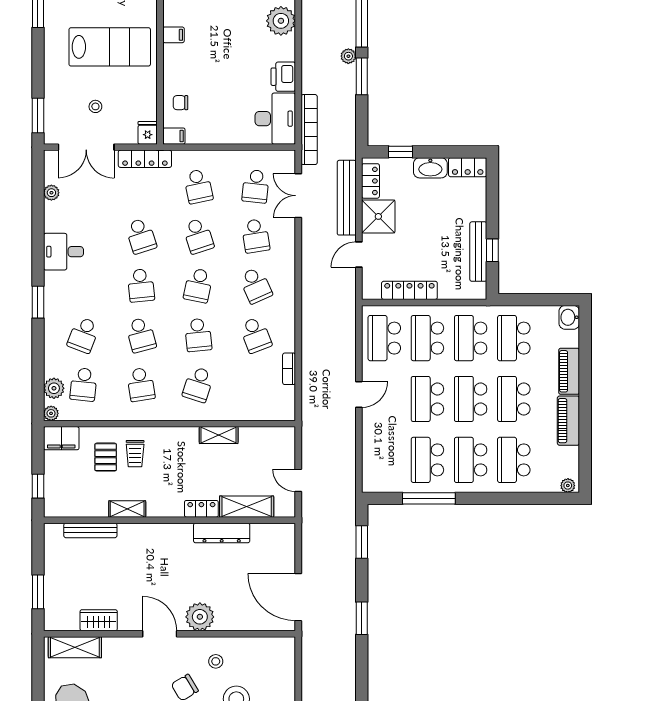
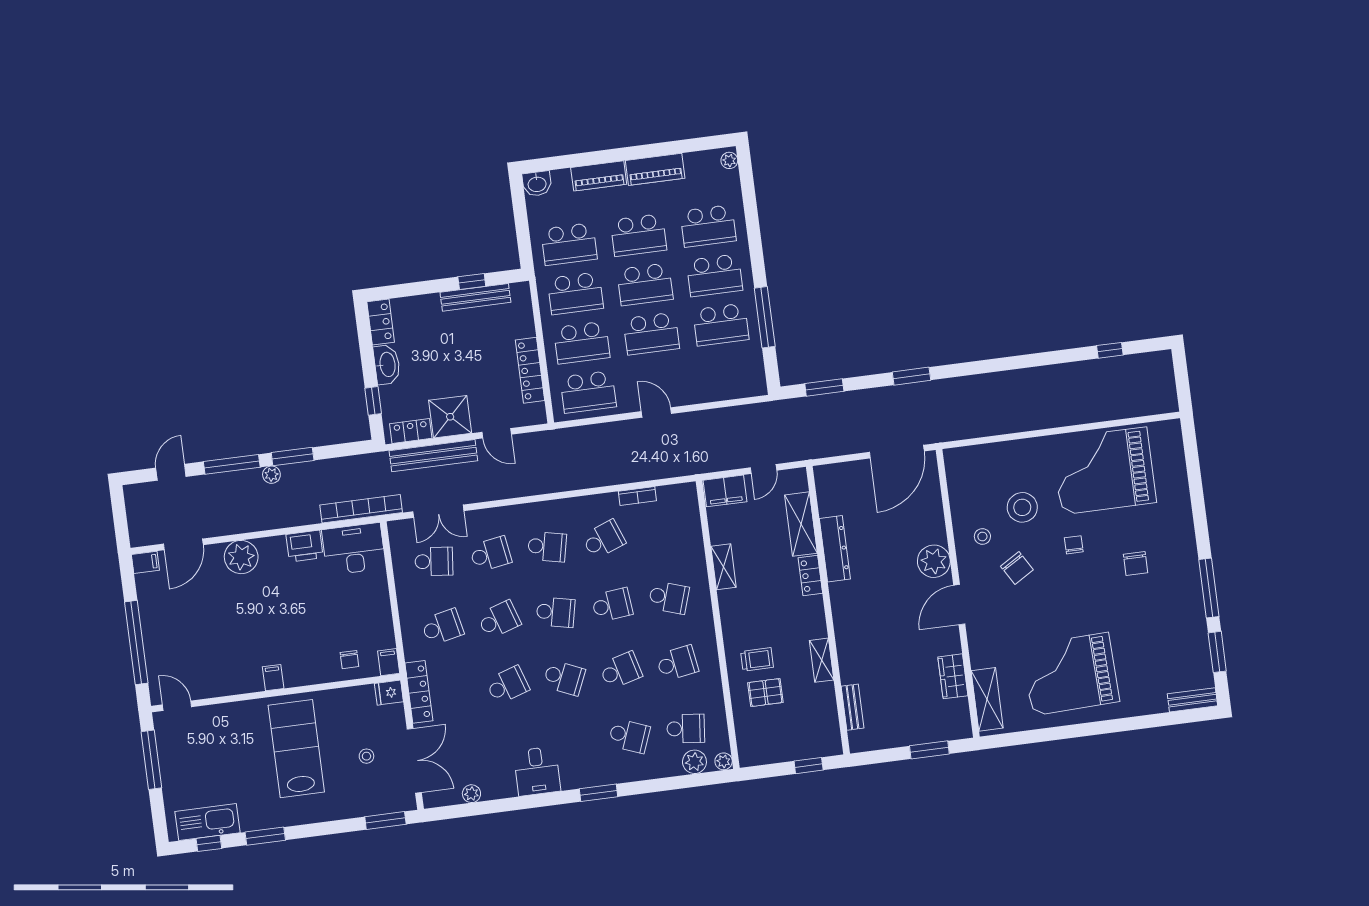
school desk: (141, 285) -> (564, 678), turned 30
school desk: (256, 285) -> (547, 547), turned 36
filing cabinet: (61, 438) -> (725, 491), moved, turned 90
bench: (90, 530) -> (852, 707), width x0.73

